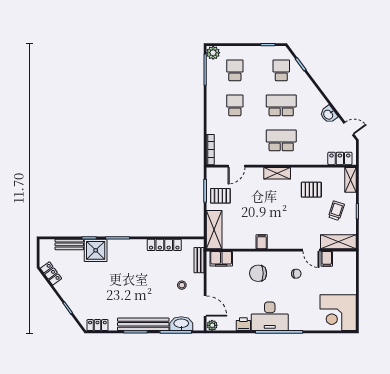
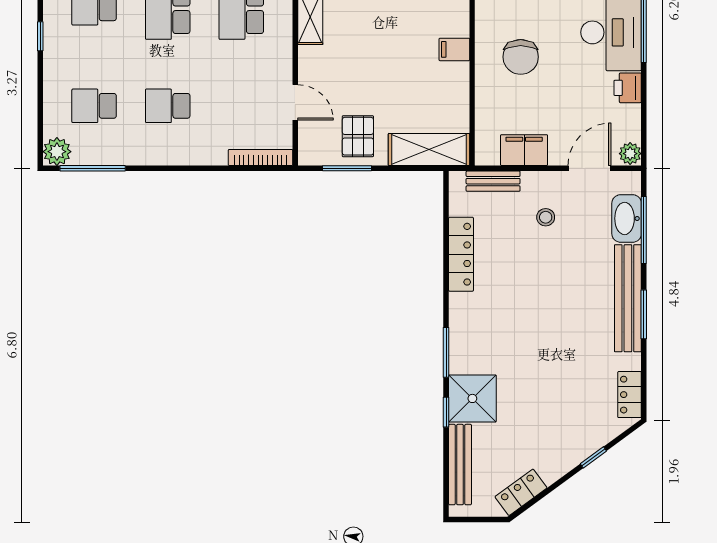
bench: (69, 244) -> (460, 465), width x1.36
filing cabinet: (221, 259) -> (524, 150), moved, turned -90

